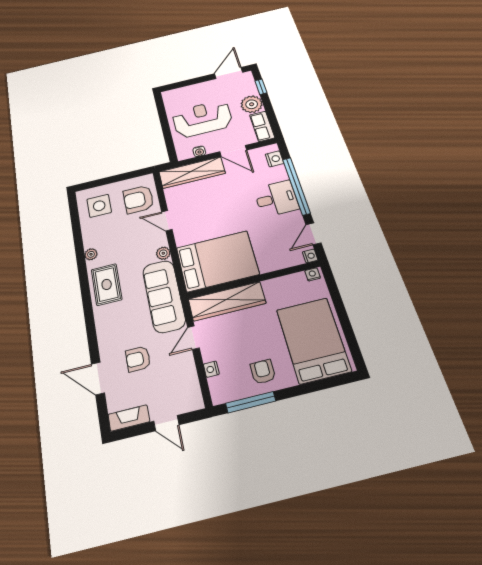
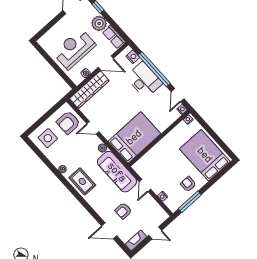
desk: (276, 199) -> (144, 80), width x1.37
wardrobe: (227, 301) -> (152, 157), removed

